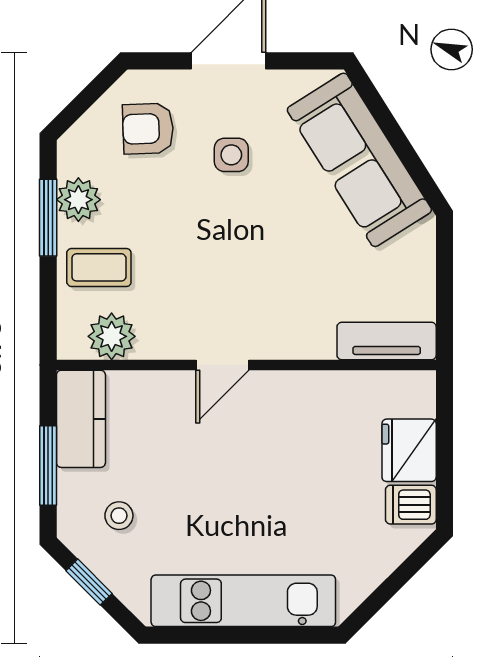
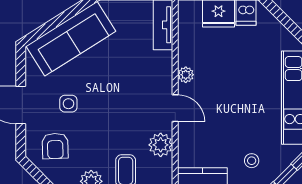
plant: (112, 336) -> (161, 145), moved
plant: (288, 386) -> (186, 75), added

